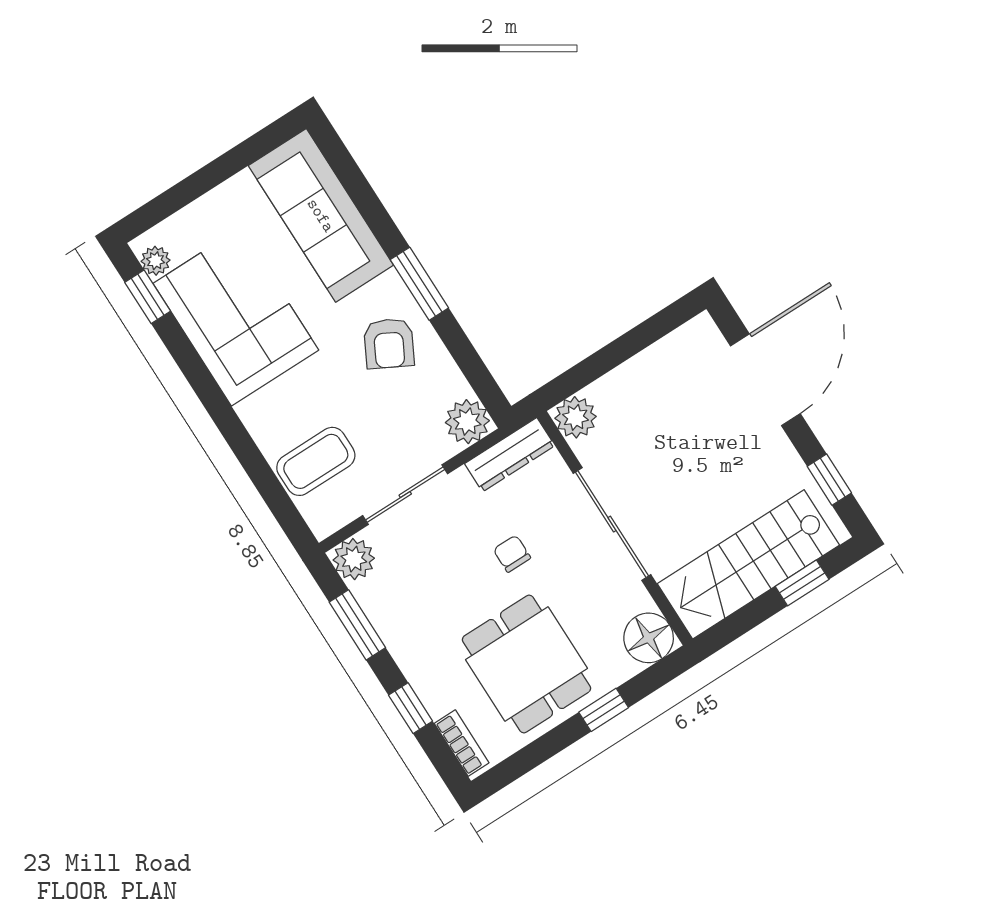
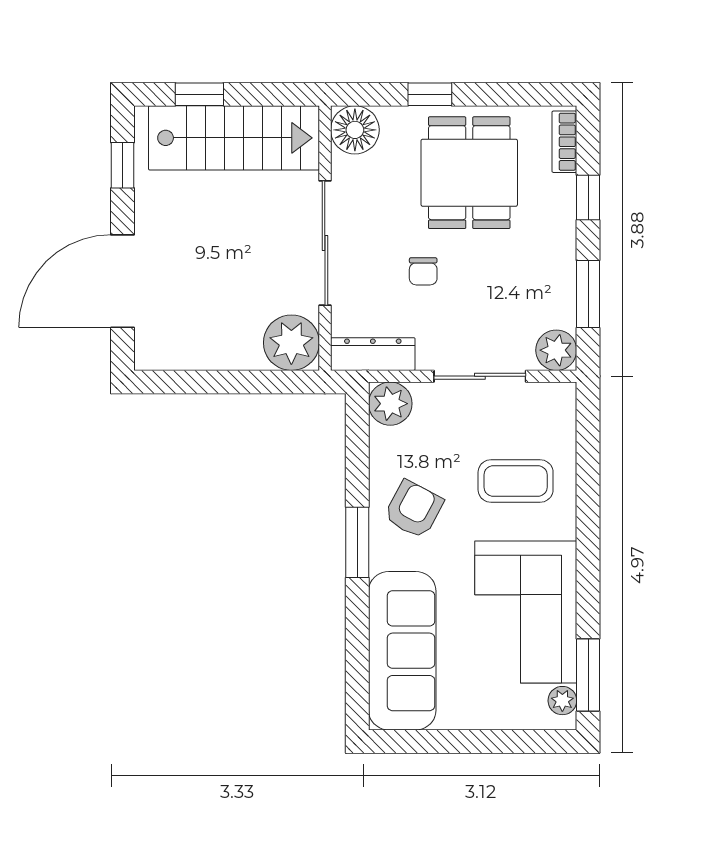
window: (148, 297) -> (588, 675), width x1.50
plant: (576, 417) -> (291, 343), width x1.36, depth x1.36
coffee table: (316, 461) -> (516, 481), moved

